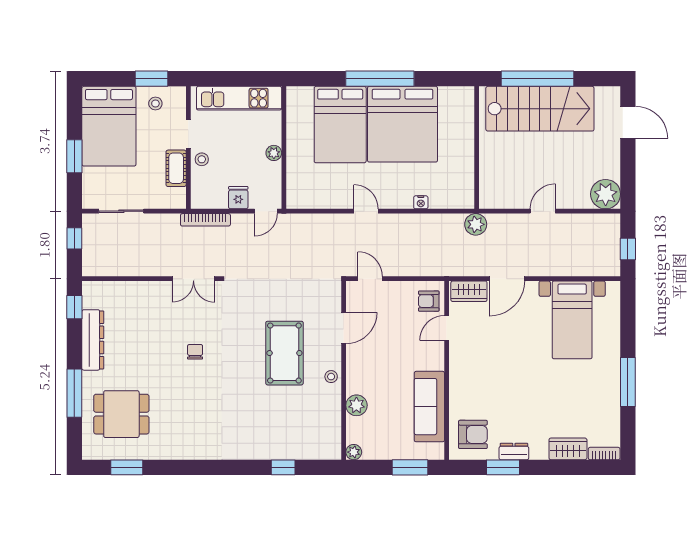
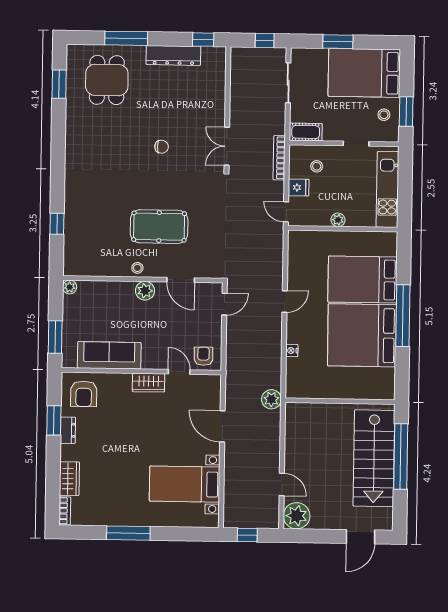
stool: (202, 159) -> (317, 166), moved
cot: (176, 168) -> (306, 132), moved
door: (543, 211) -> (282, 484), moved
wardrobe: (469, 291) -> (149, 383), moved, turned -90
plant: (356, 405) -> (145, 291), moved

